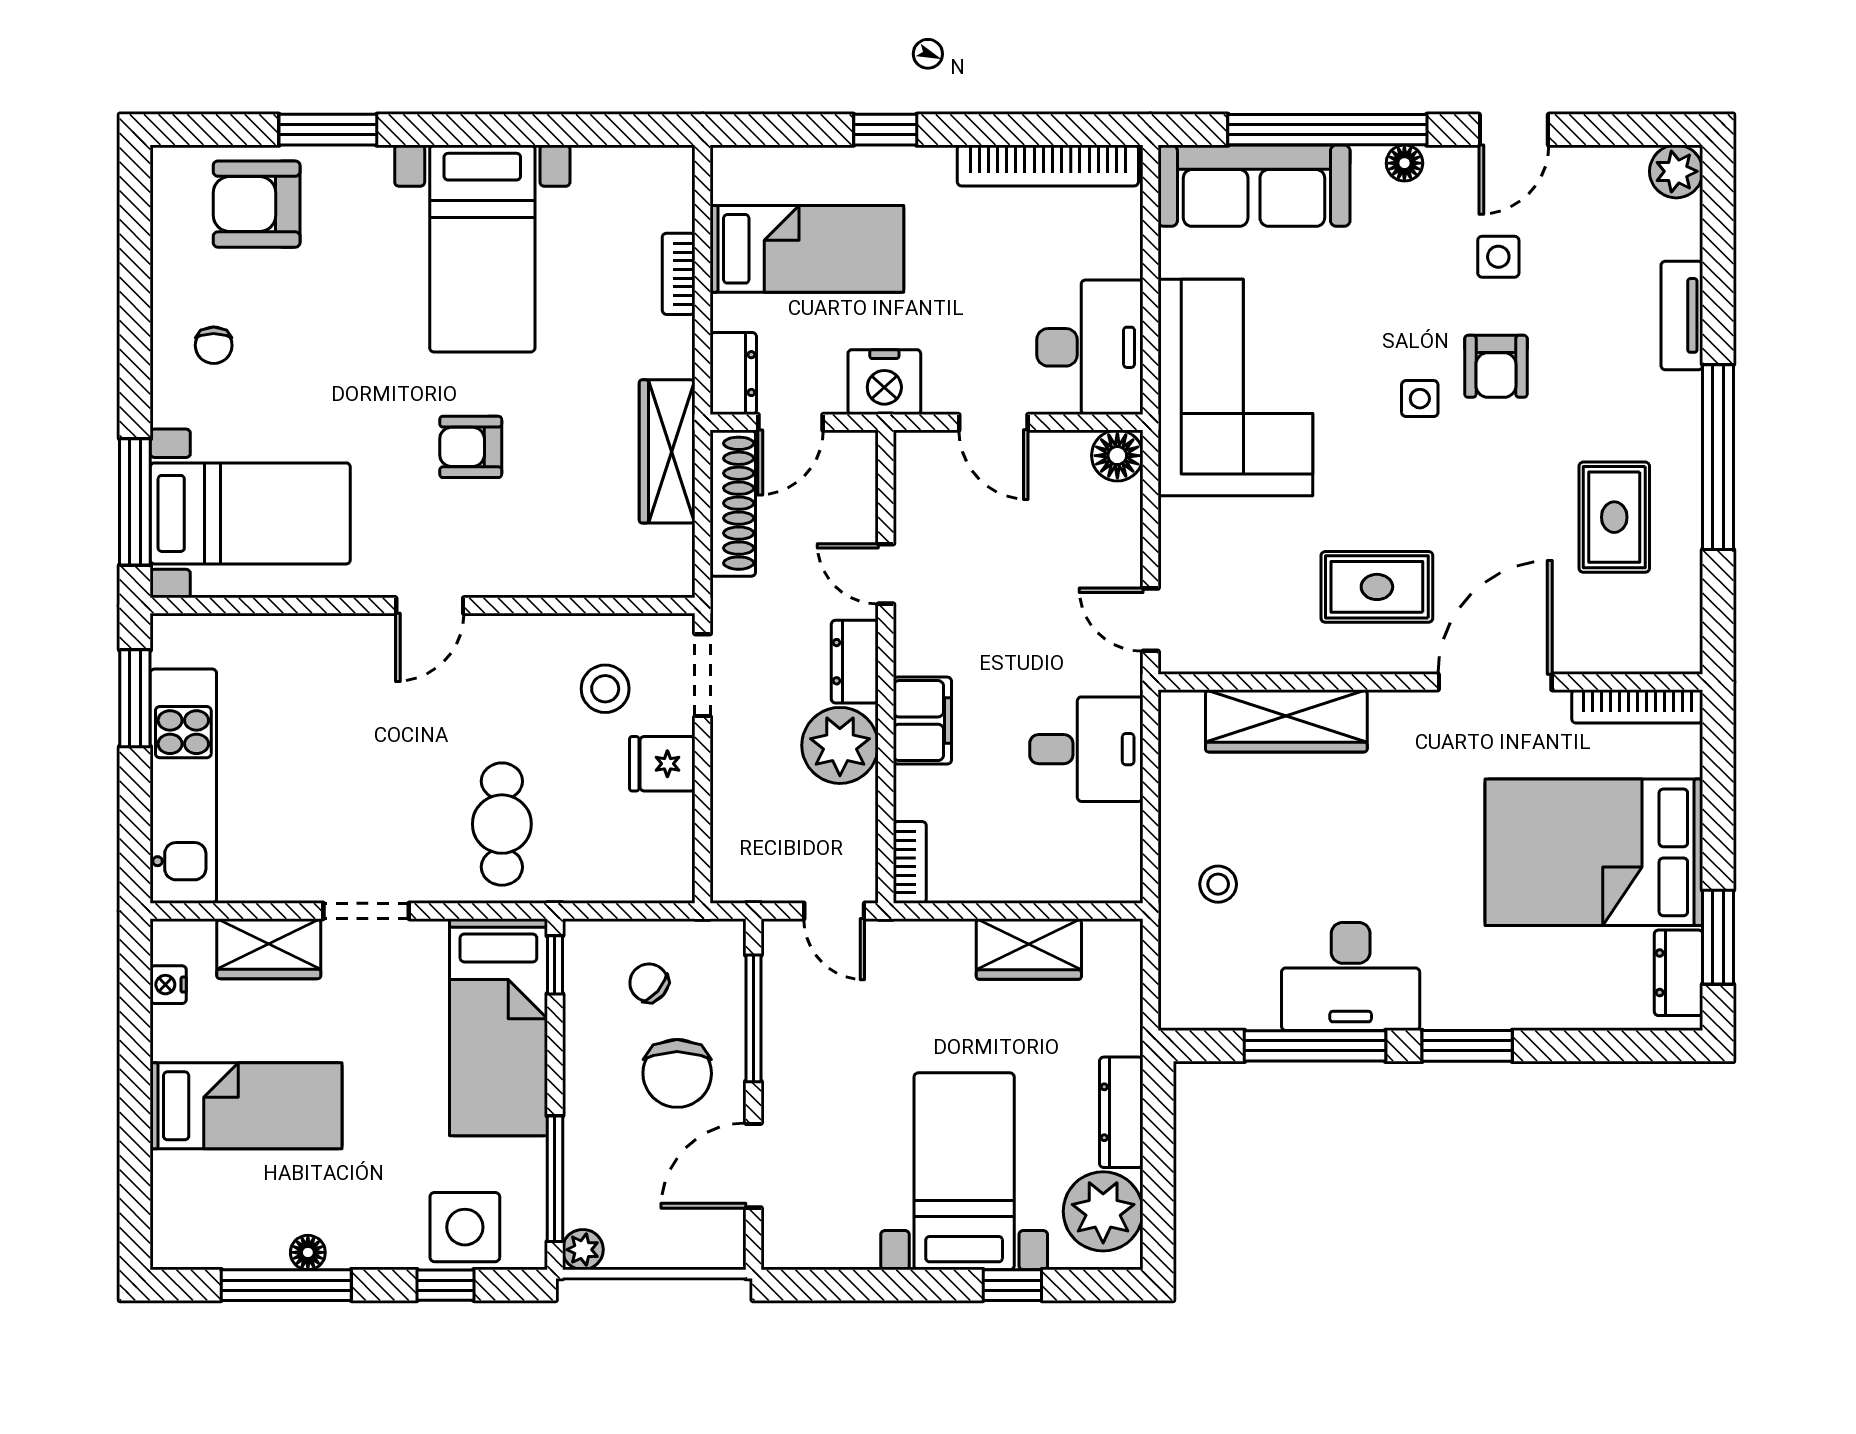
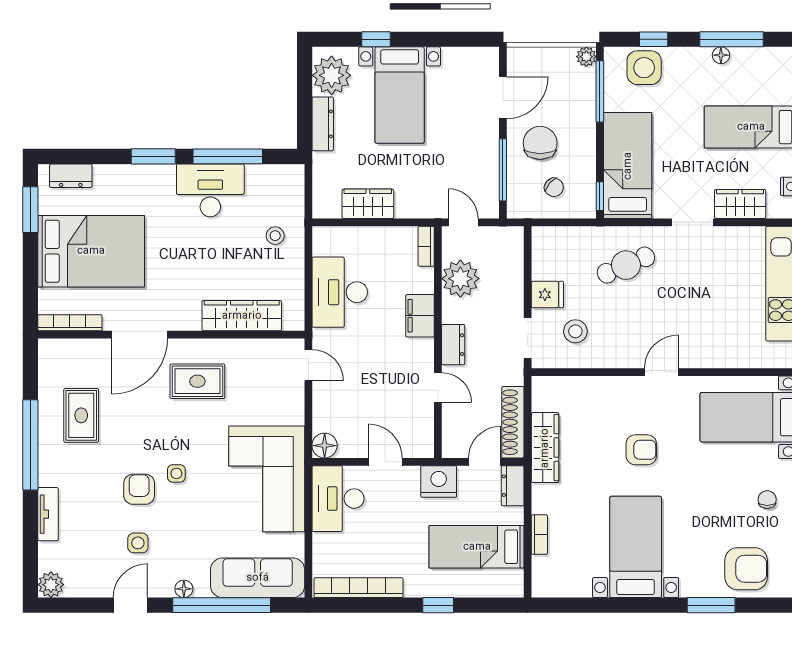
plant: (840, 745) -> (460, 279), moved
desk: (1086, 749) -> (340, 292), width x1.37
cafe table: (502, 824) -> (626, 265), turned 67
dresser: (1679, 973) -> (71, 176), moved, turned 90

